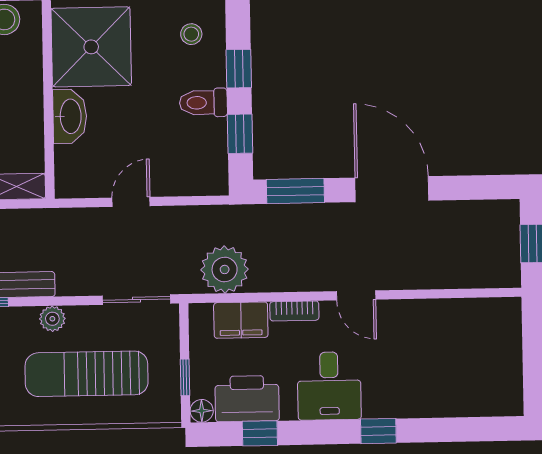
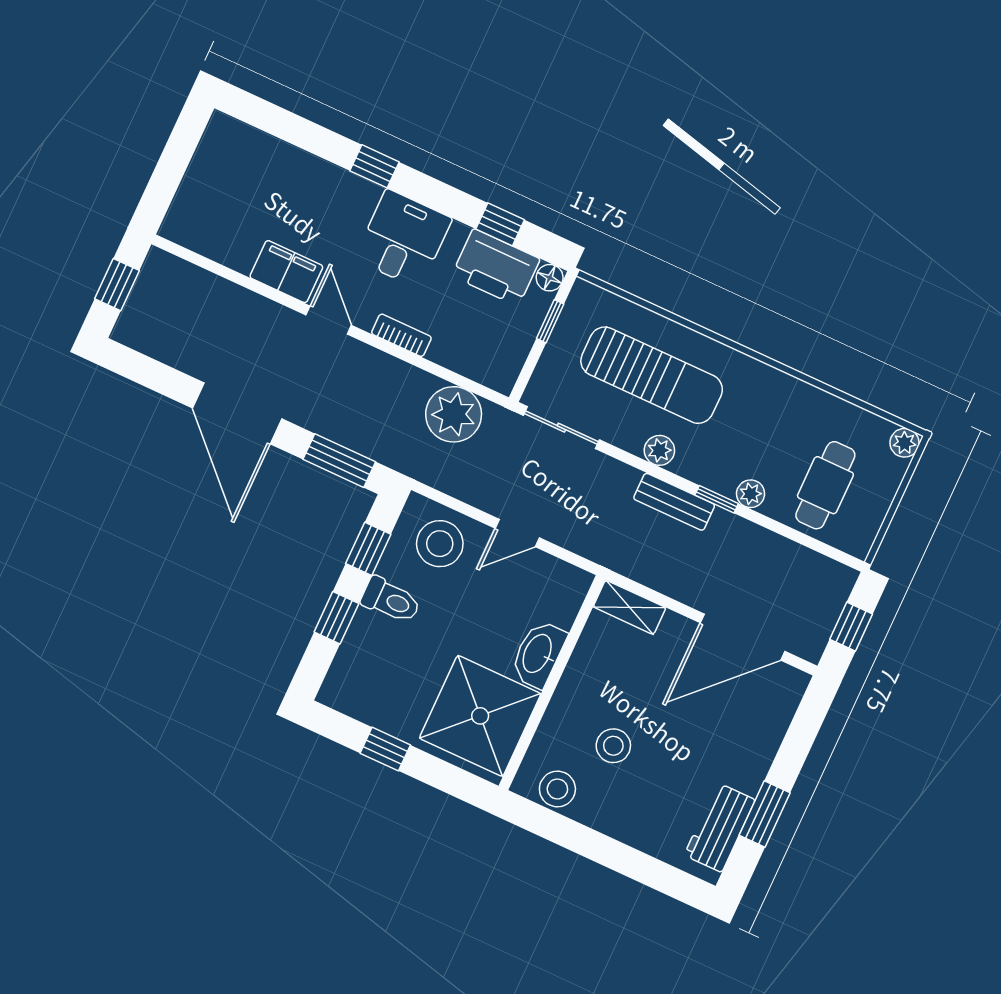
stool: (191, 34) -> (440, 544), moved, width x1.89, depth x1.89
filing cabinet: (241, 320) -> (286, 272), moved

